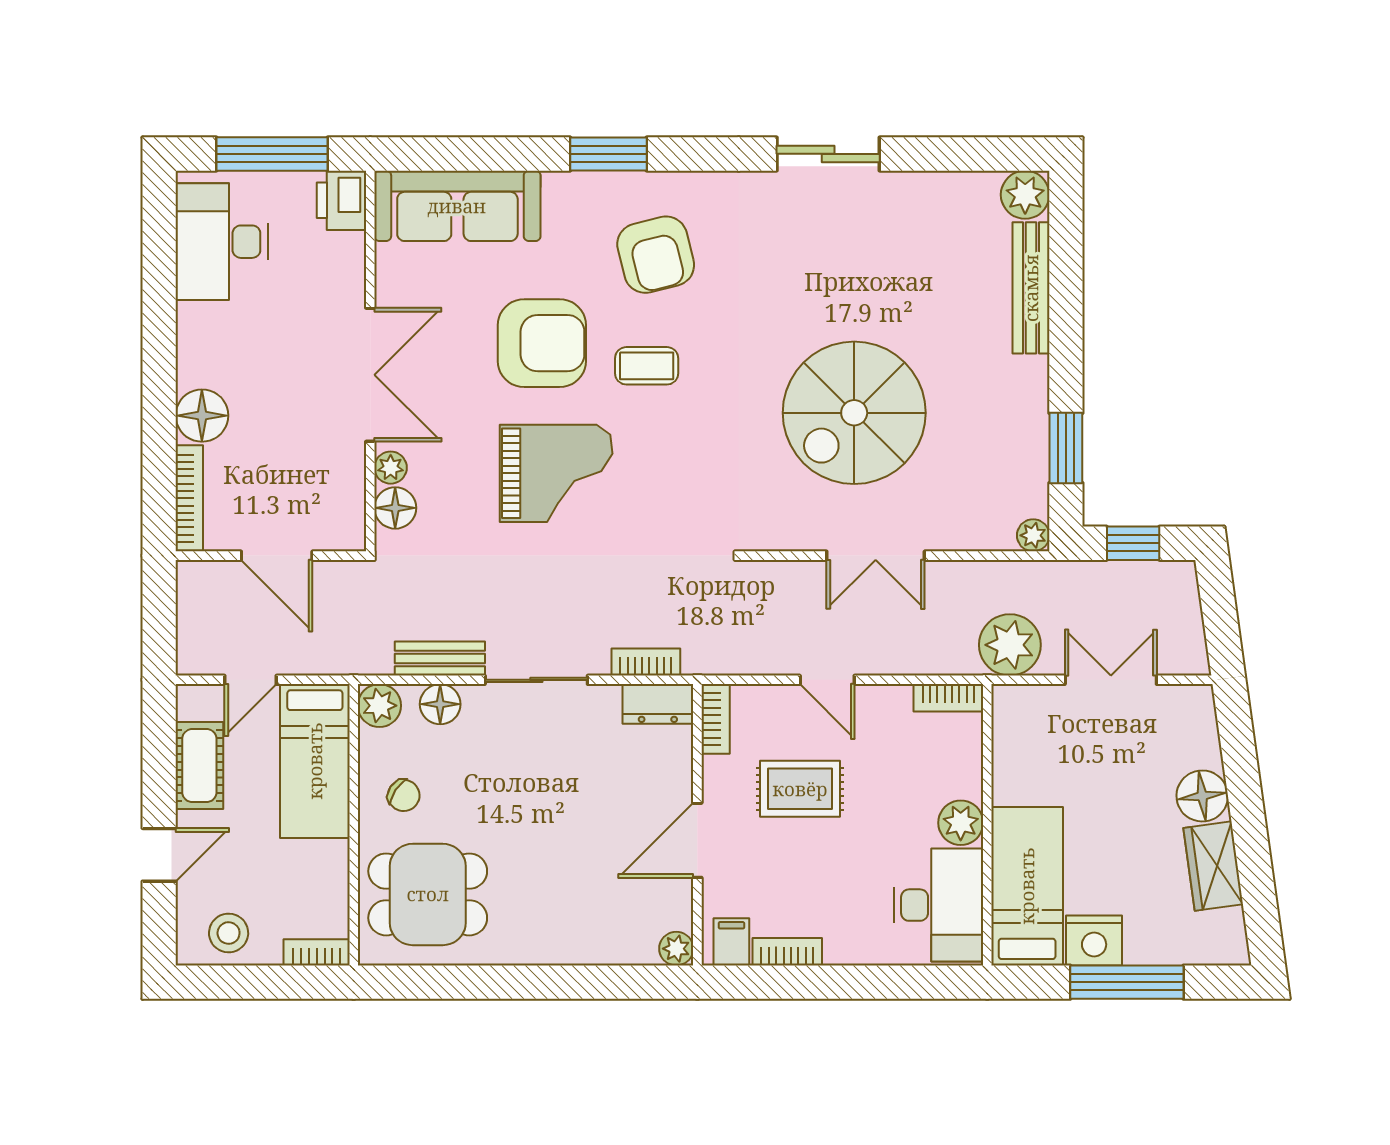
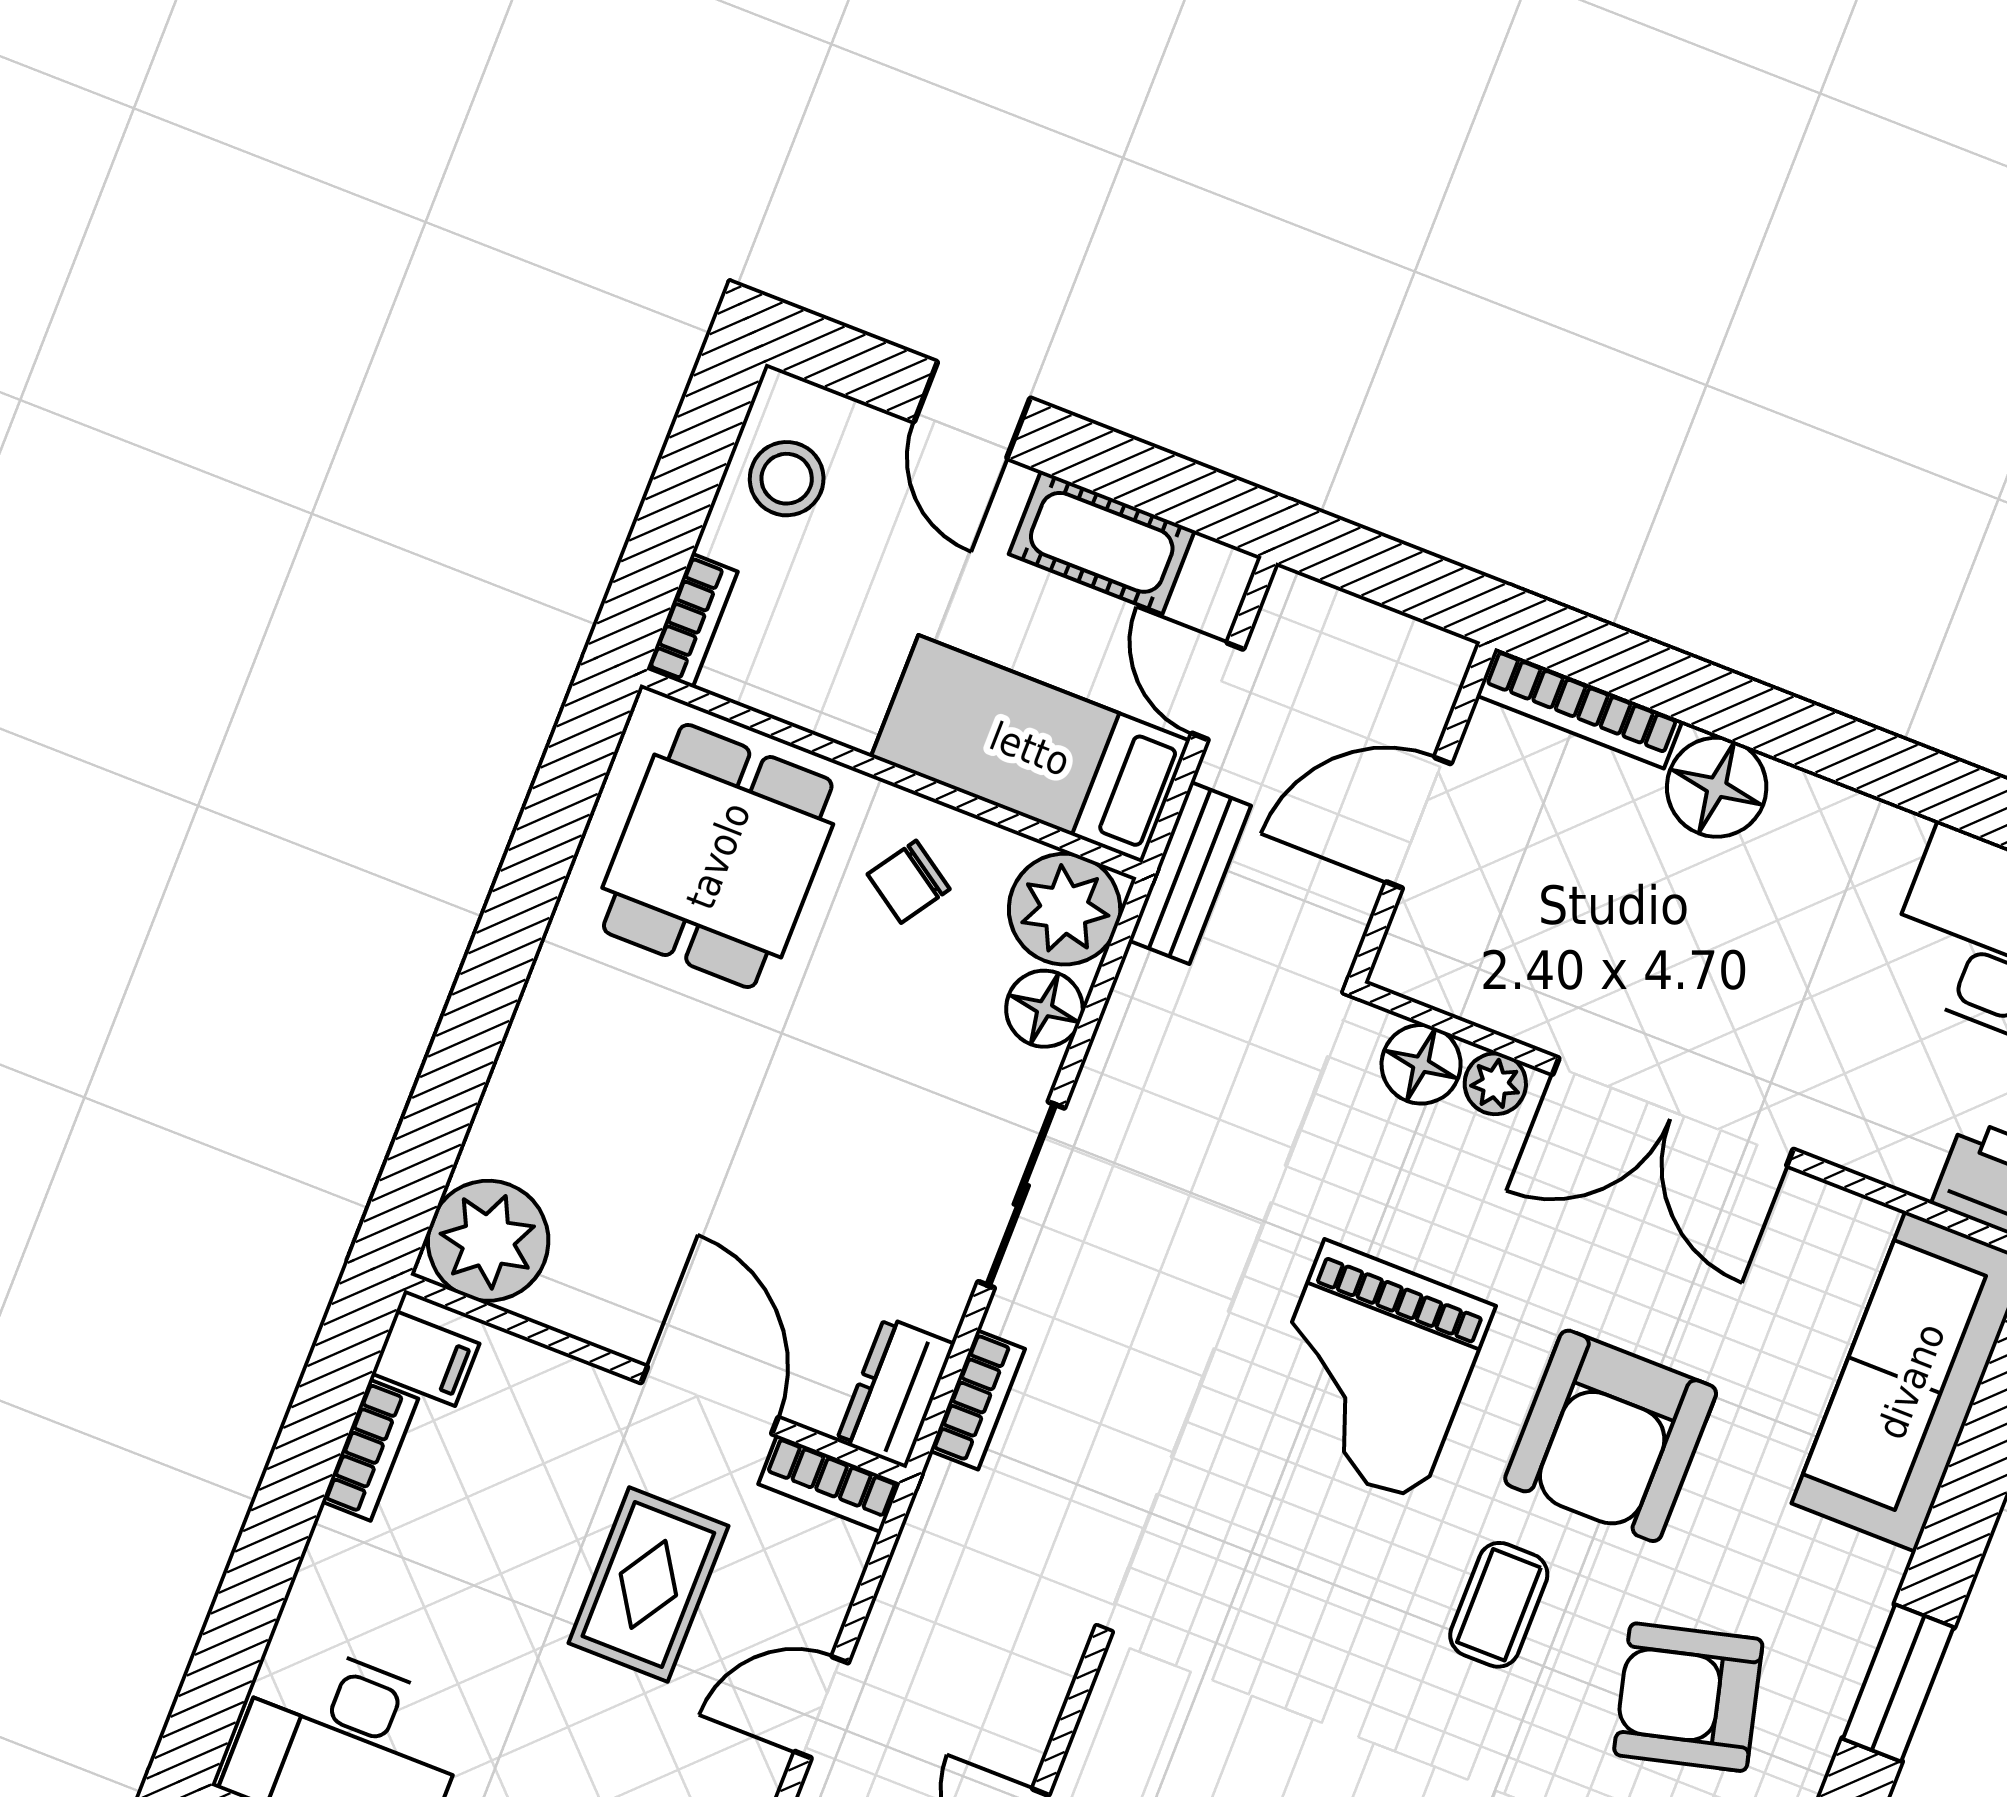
bench: (440, 659) -> (1190, 873), moved
plant: (379, 706) -> (1065, 909), width x1.36, depth x1.36
door: (697, 840) -> (710, 1400), moved
plant: (676, 949) -> (488, 1241), width x1.87, depth x1.87

